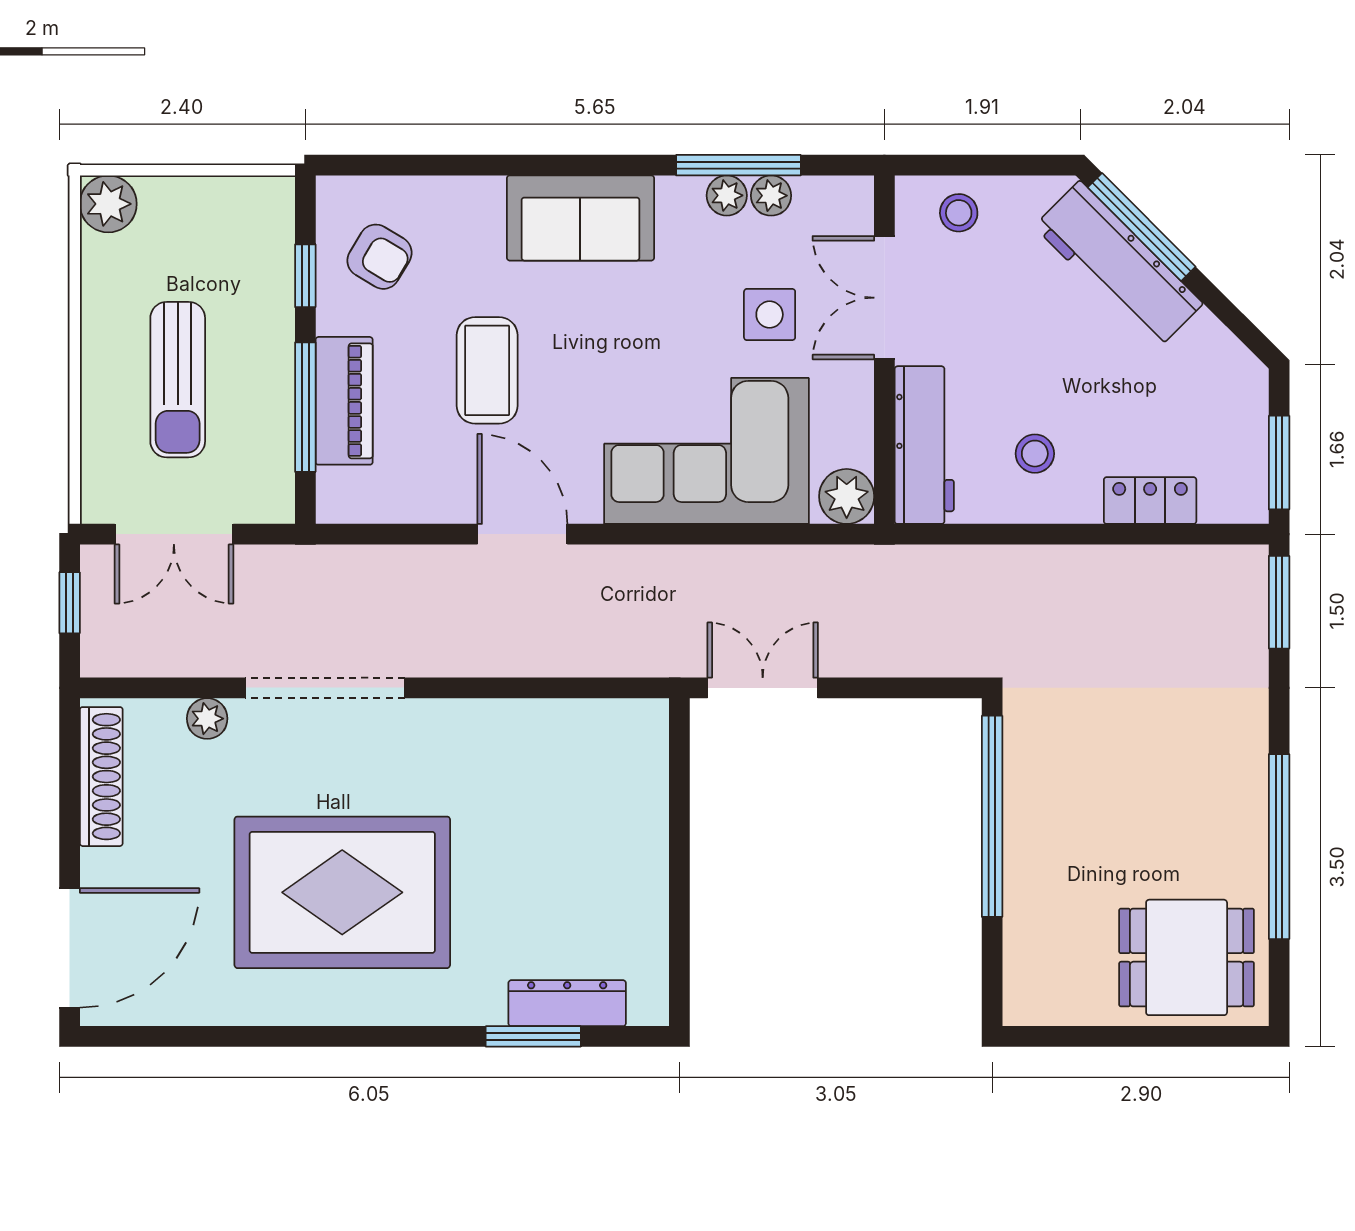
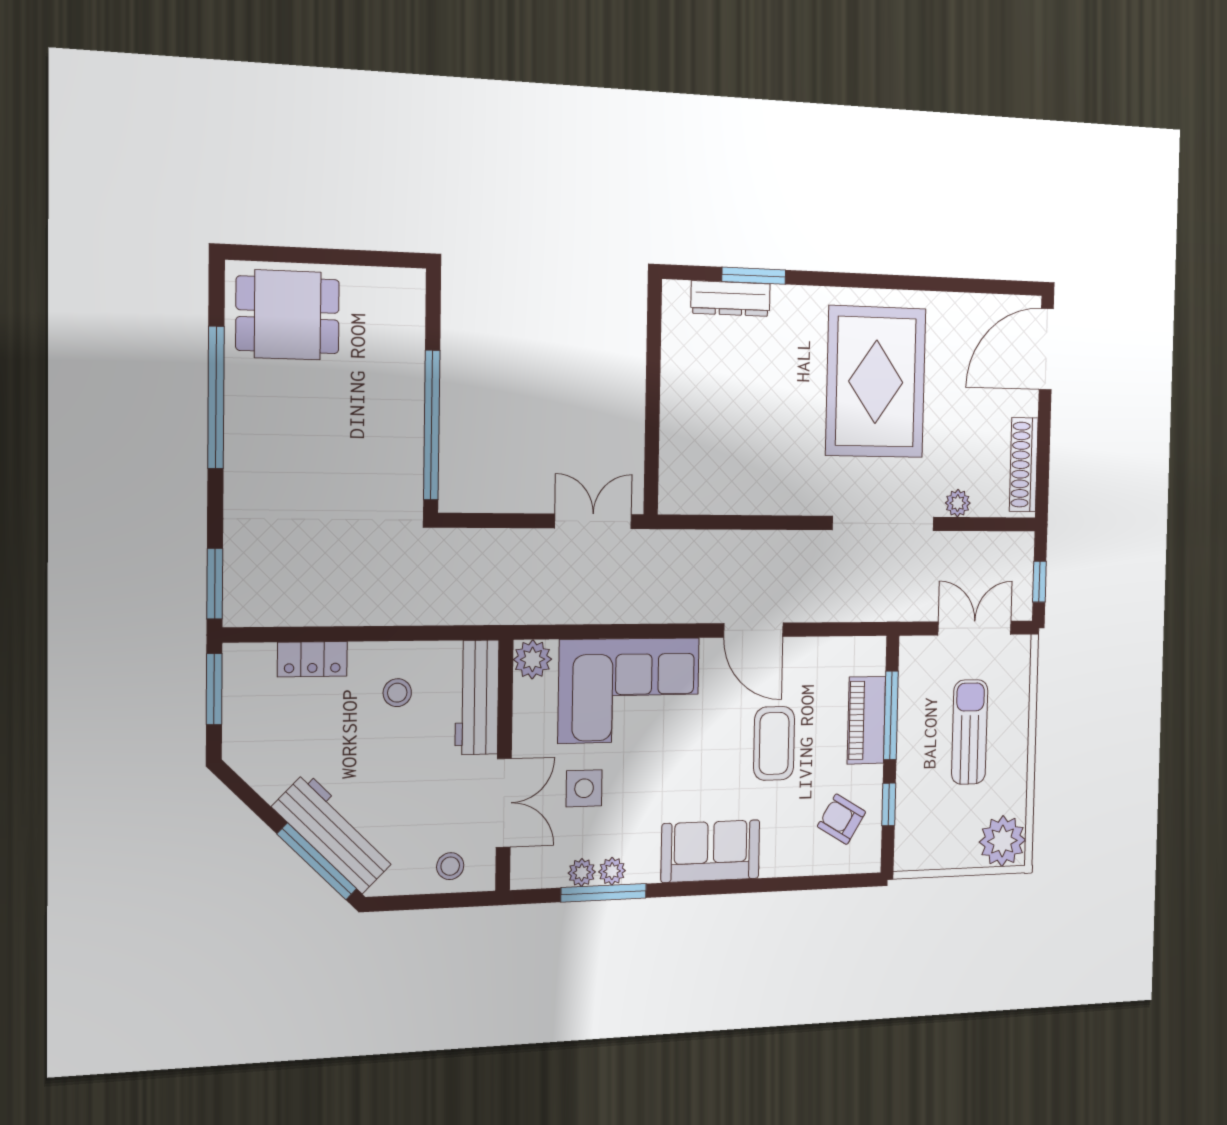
plant: (108, 204) -> (1002, 841), width x1.36, depth x1.36
double door: (763, 688) -> (593, 521), swing flipped
rug: (342, 892) -> (876, 382), turned 90

